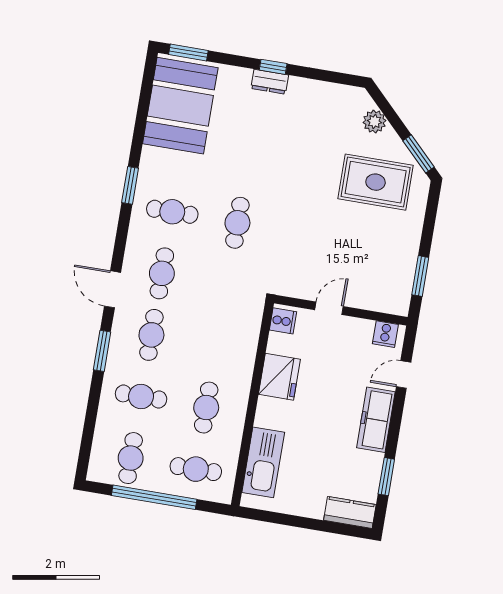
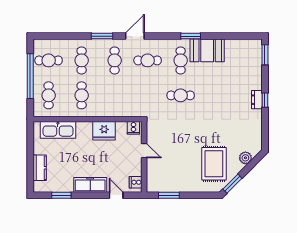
booth: (180, 106) -> (207, 50), moved, width x0.73, depth x0.70
cafe table: (151, 335) -> (115, 60), turned 90
cafe table: (206, 408) -> (82, 95), turned 90
kitchen counter: (350, 512) -> (40, 168), moved

